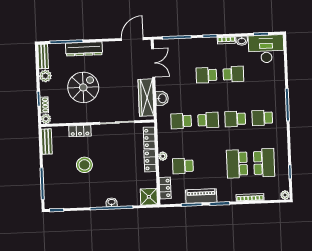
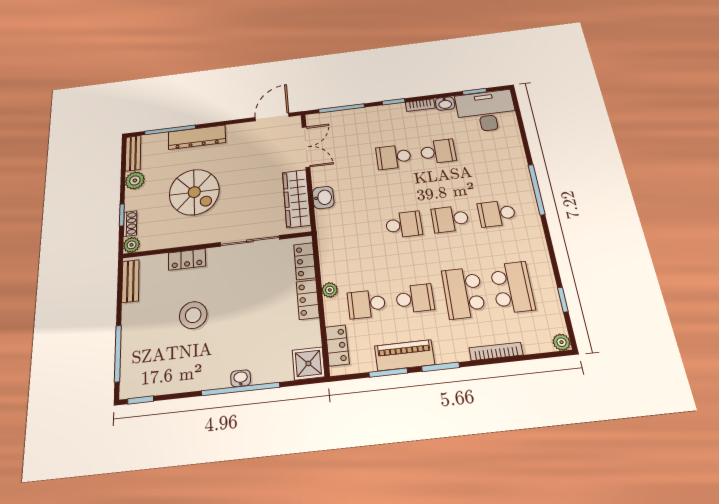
spiral stairs: (83, 87) -> (194, 192), turned 90
school desk: (181, 121) -> (415, 298), moved, turned 180

